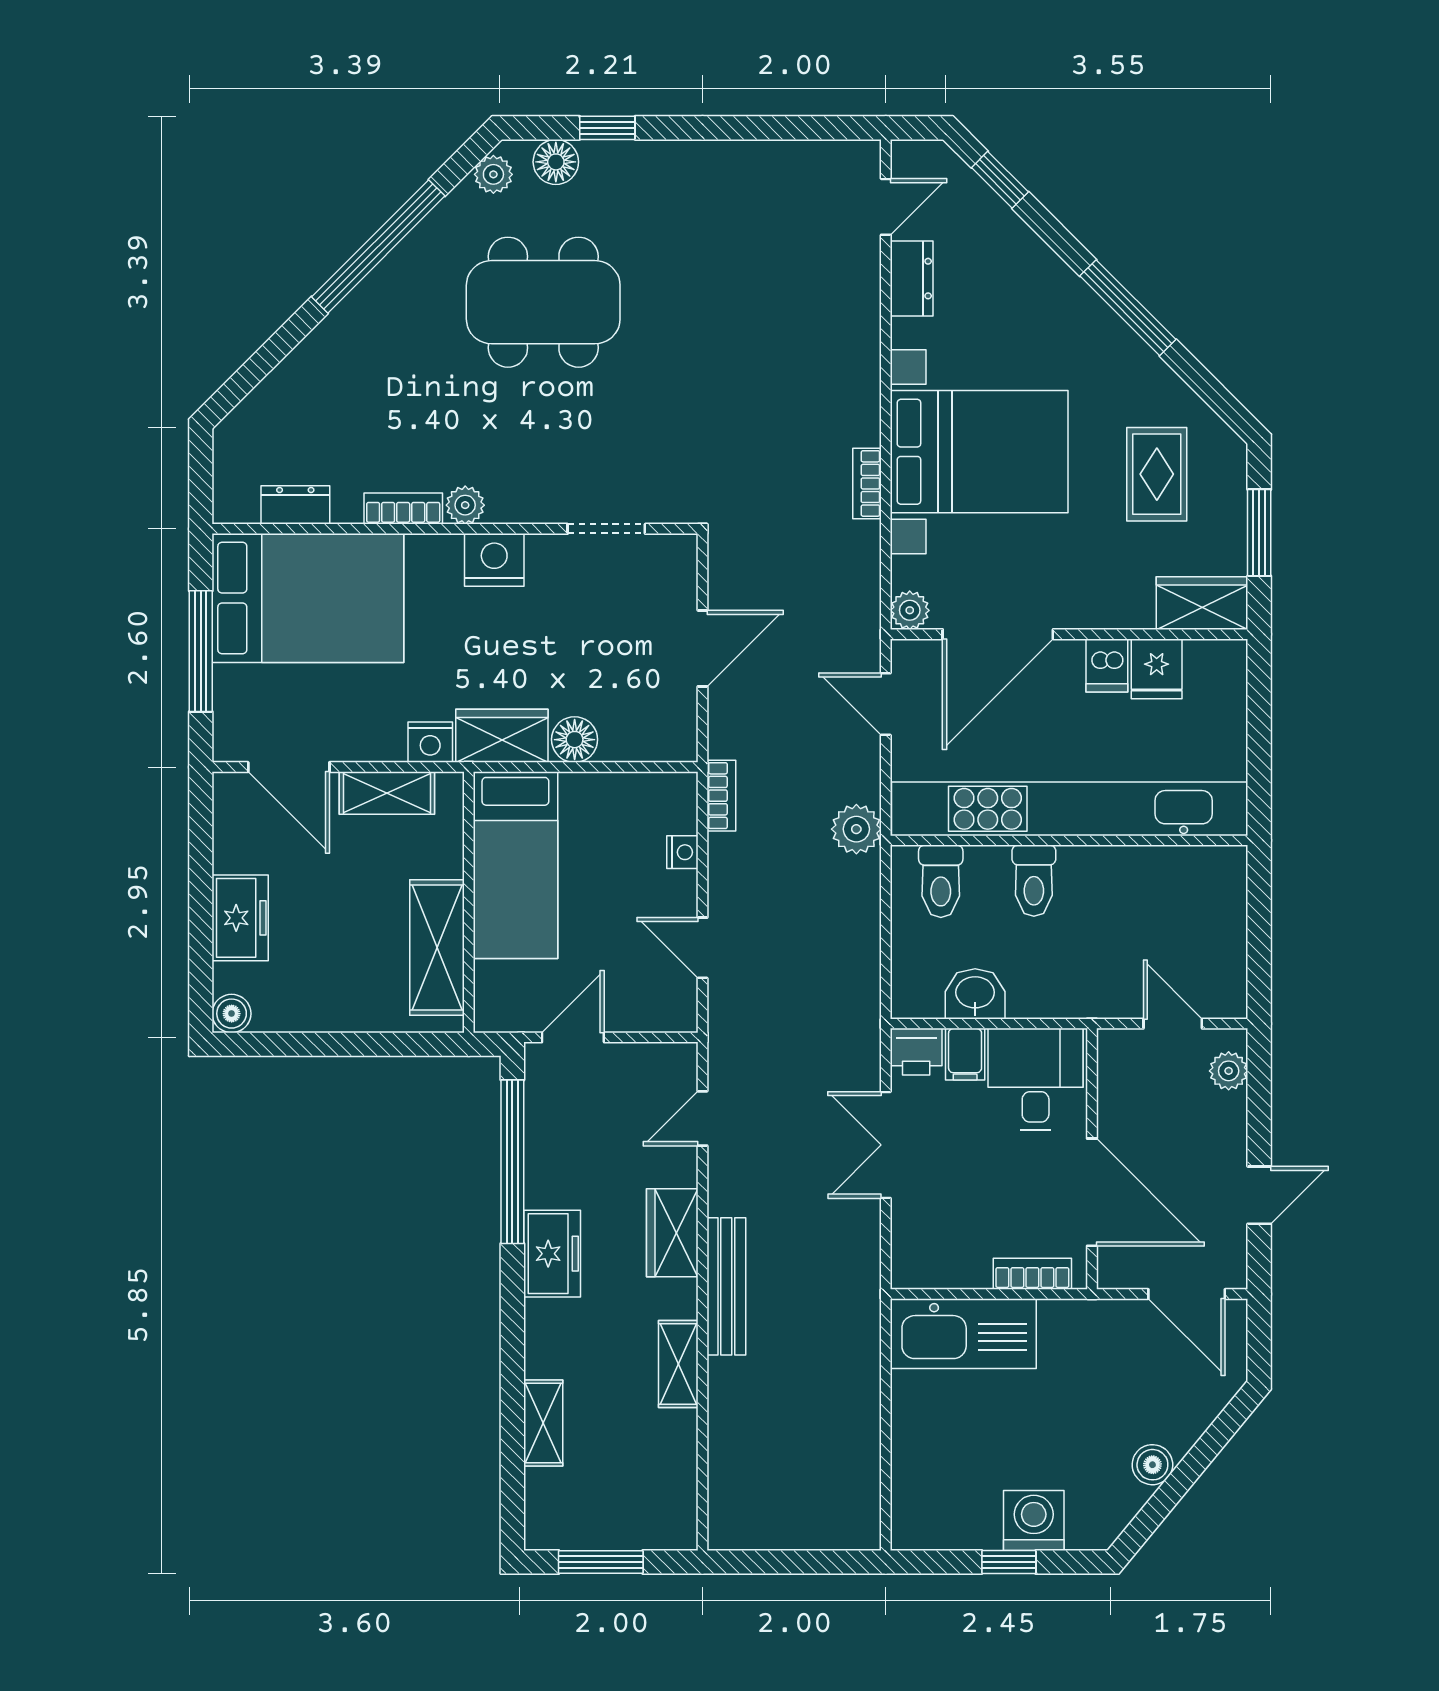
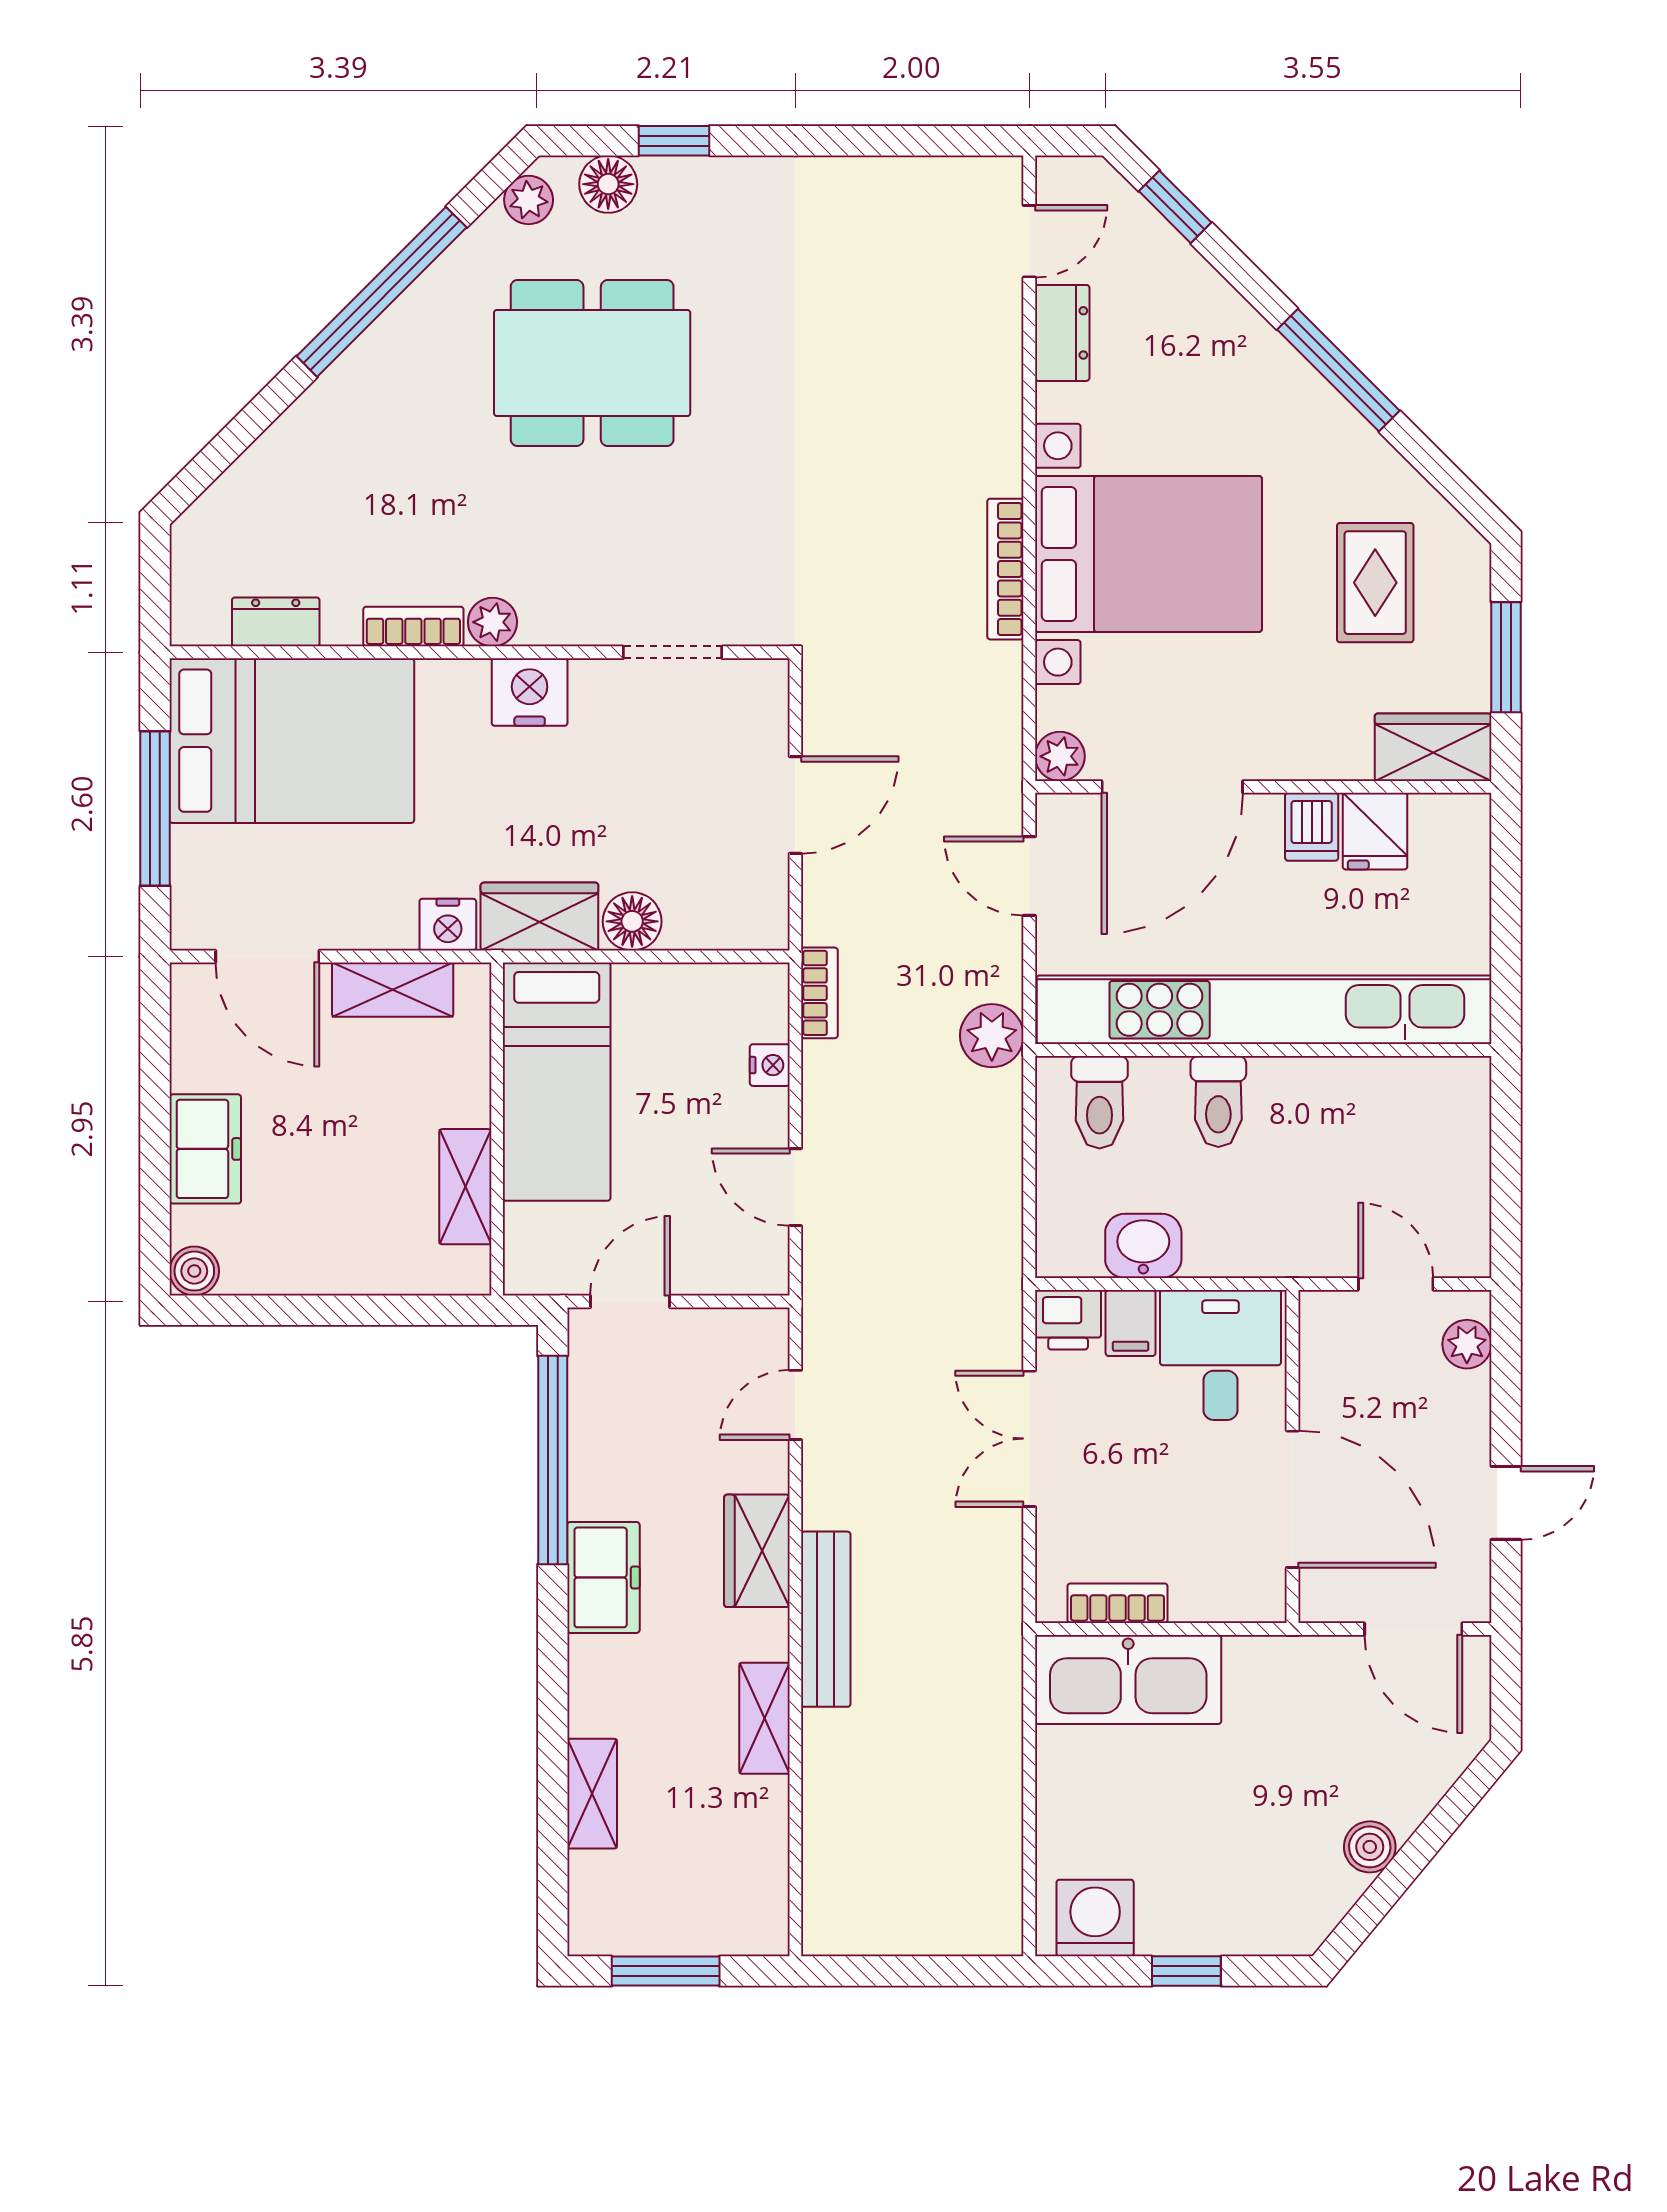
bookcase: (867, 483) -> (1005, 569), width x1.56
shelving: (437, 947) -> (465, 1187), width x0.67, depth x0.75
bookcase: (1032, 1274) -> (1118, 1603), moved
washing machine: (1034, 1520) -> (1095, 1918), moved

